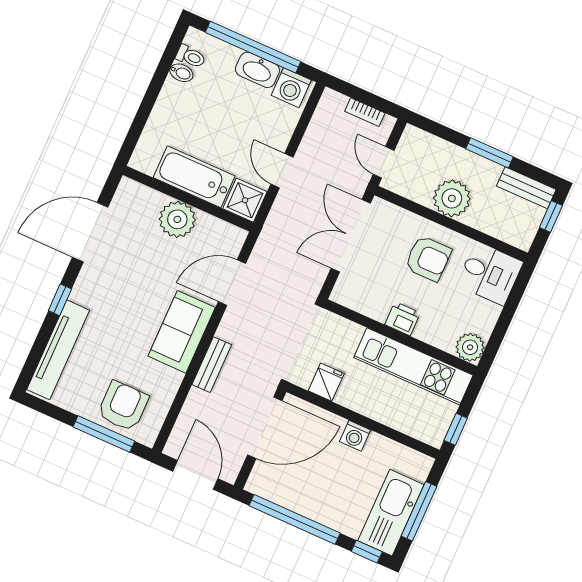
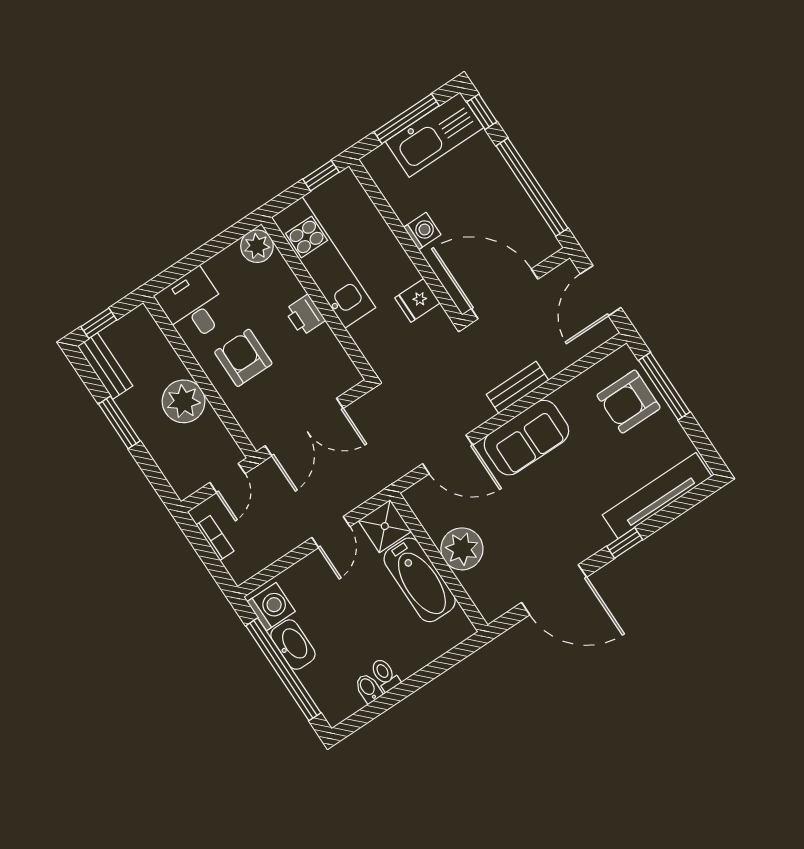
toilet: (191, 57) -> (385, 675), moved

